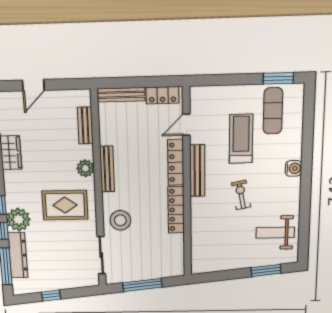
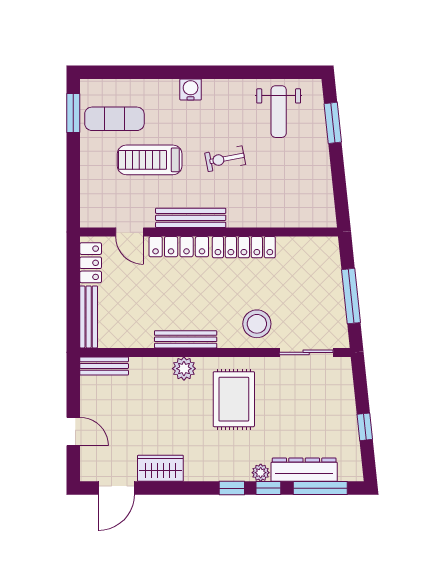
bench: (85, 126) -> (104, 366), moved
plant: (18, 220) -> (261, 473), width x0.53, depth x0.53

